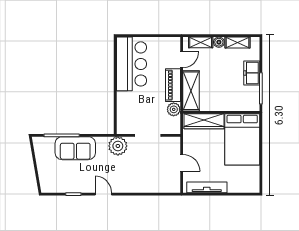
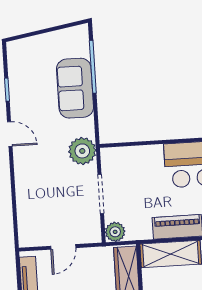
plant: (174, 109) -> (115, 232), moved
door: (103, 194) -> (10, 134), hinge flipped

